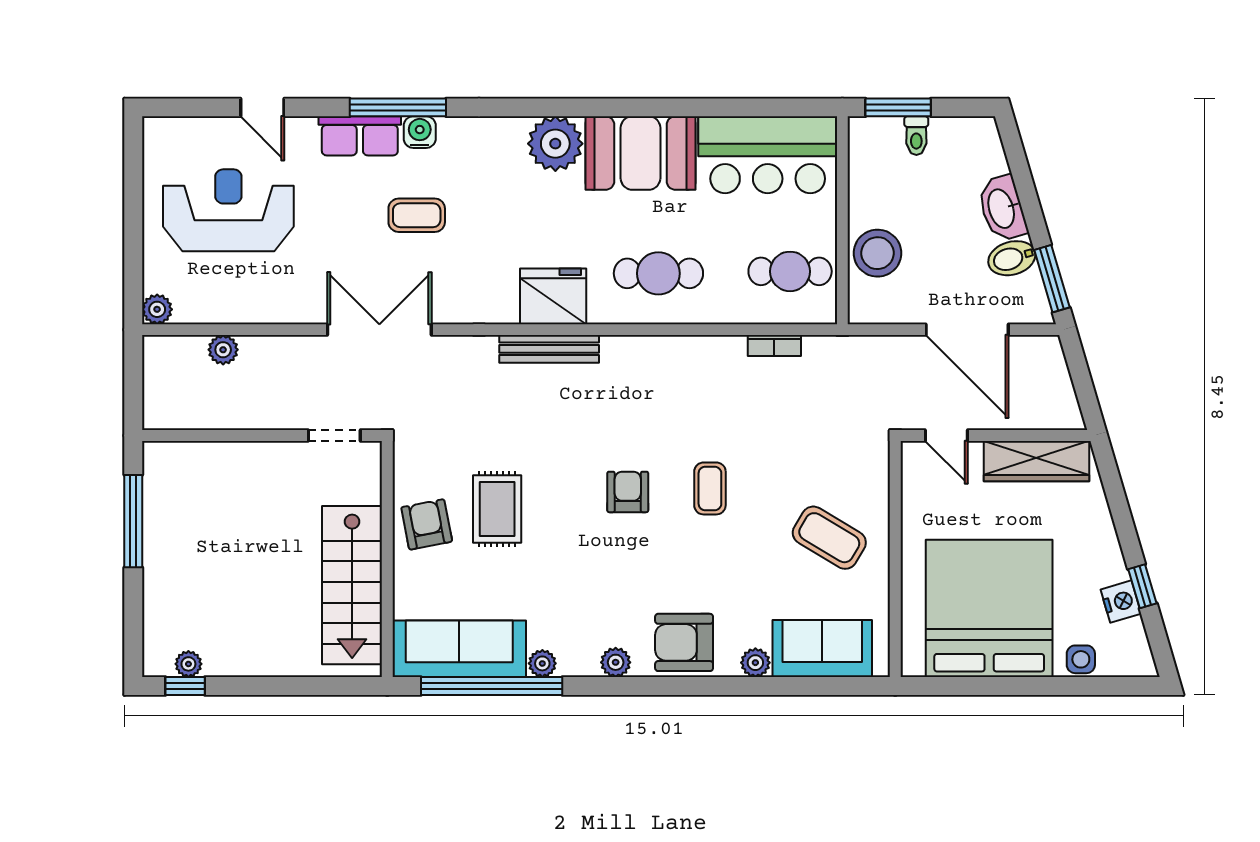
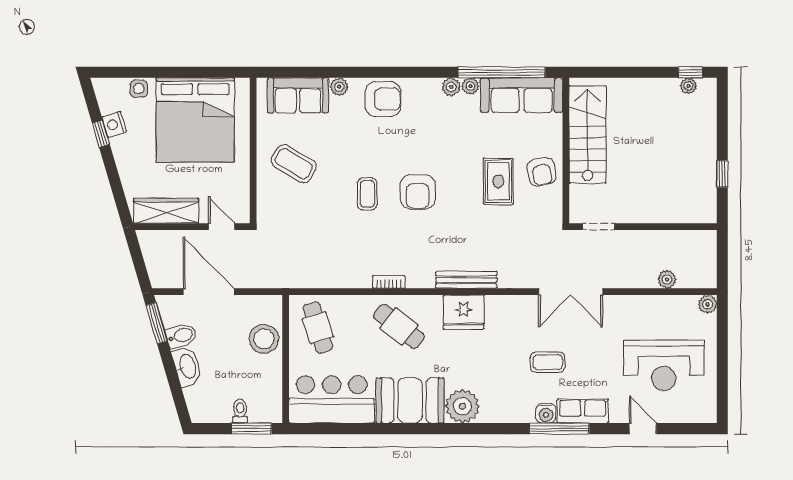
cafe table: (790, 271) -> (318, 328), turned 73
cafe table: (658, 273) -> (399, 326), turned 38
bookcase: (774, 345) -> (389, 282), moved
armchair: (628, 492) -> (418, 192), width x1.38, depth x1.38
window: (133, 521) -> (722, 174), width x0.46
plant: (616, 662) -> (451, 87), moved

